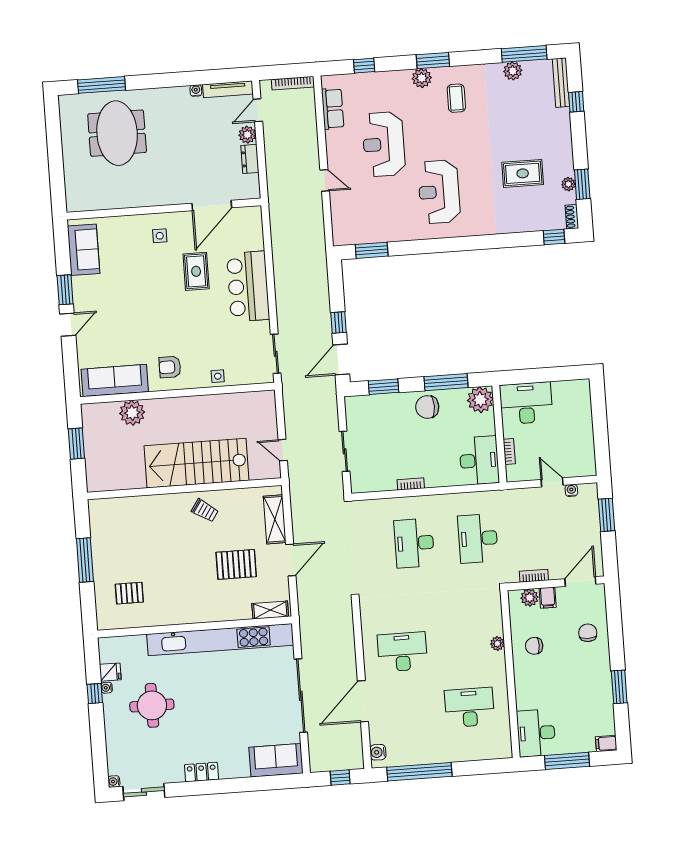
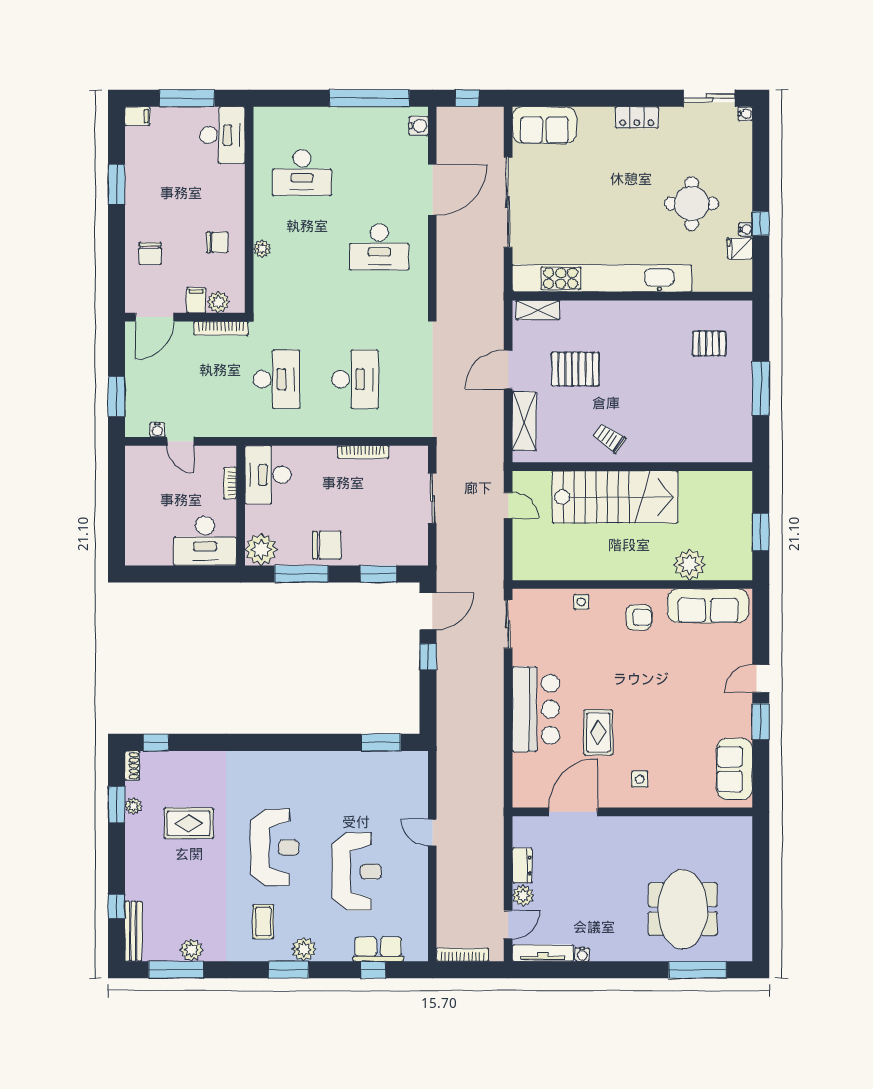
row of seats: (333, 109) -> (378, 949), moved, turned 90
reception desk: (439, 192) -> (275, 848), moved
bookcase: (411, 484) -> (363, 452), width x1.56
bookcase: (534, 576) -> (221, 328), width x1.56

